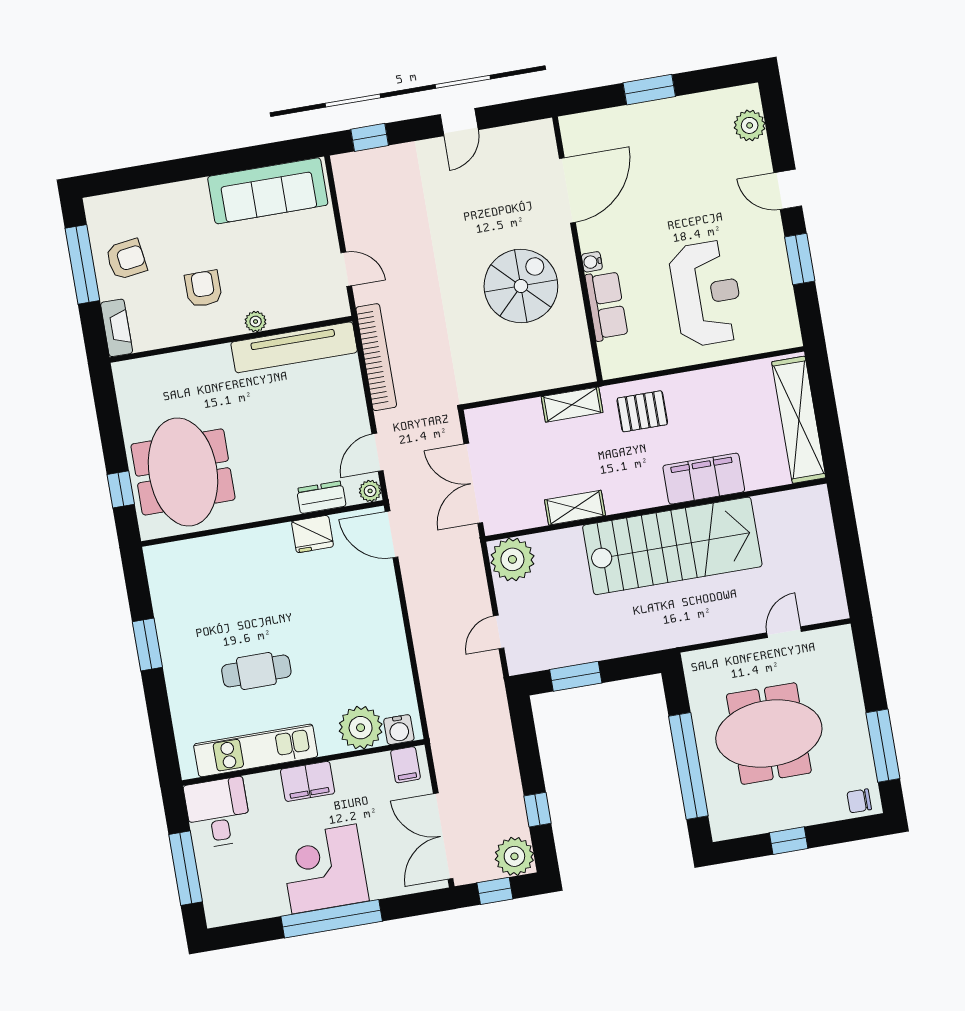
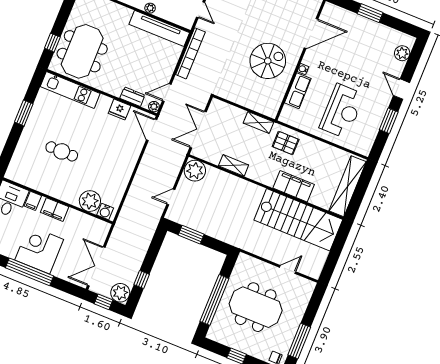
stairs: (672, 546) -> (298, 220), moved
kitchen unit: (256, 750) -> (70, 90), moved, turned 180
filing cabinet: (405, 765) -> (33, 201), moved

